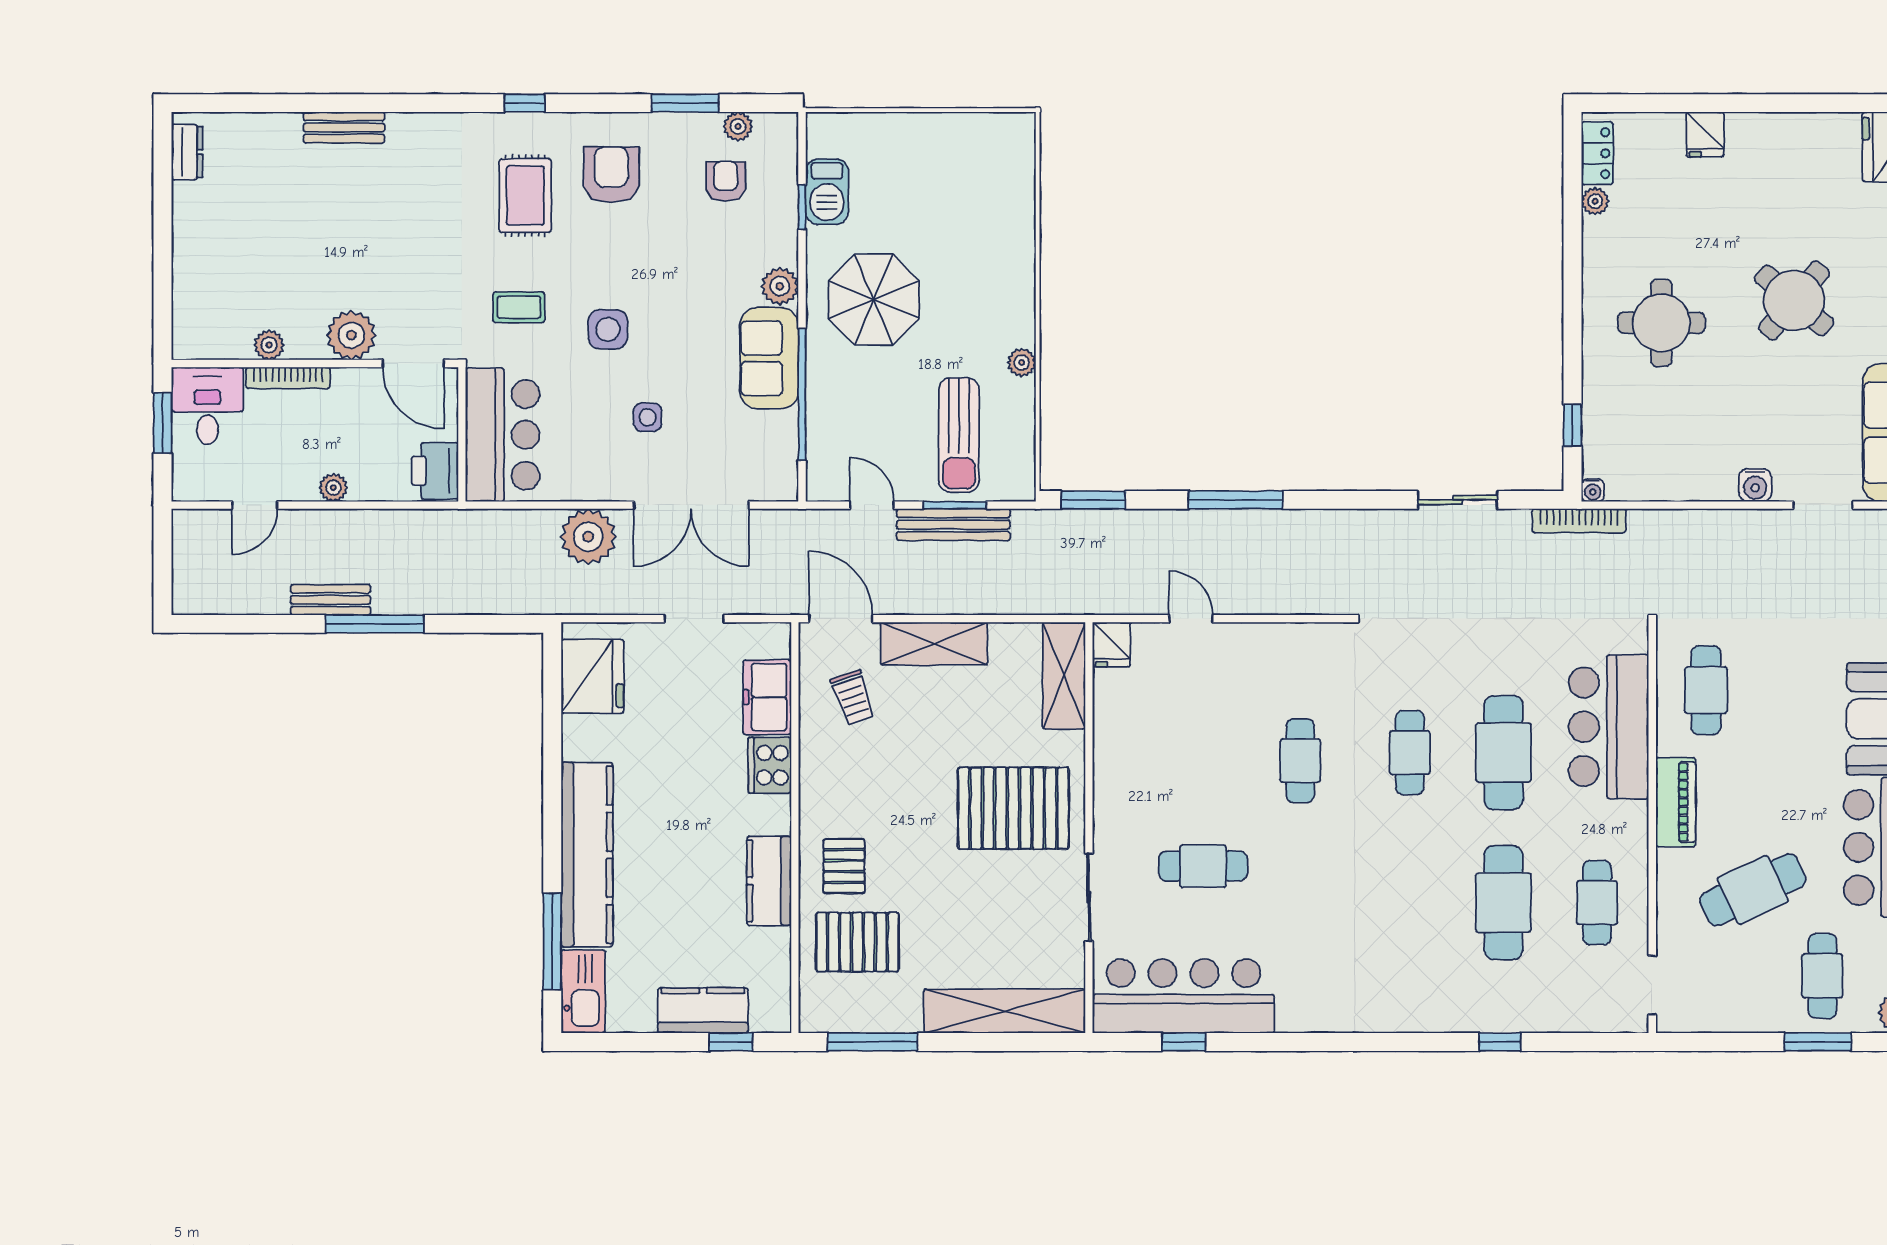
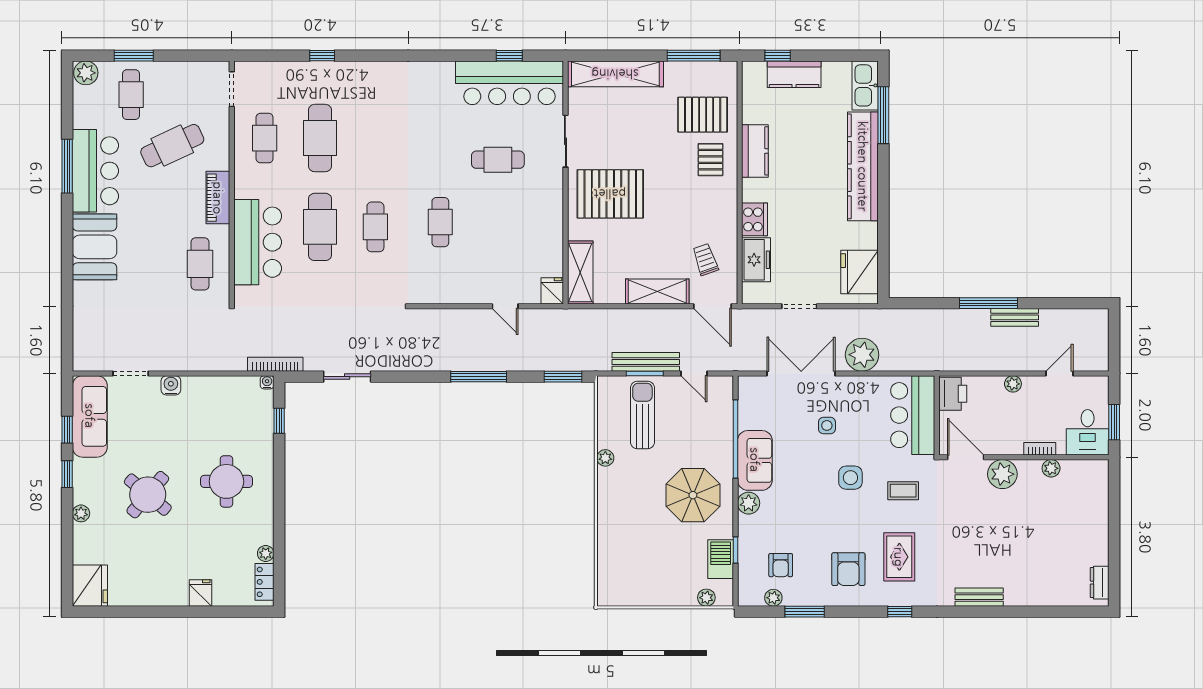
bench: (344, 127) -> (979, 597), moved
plant: (851, 127) -> (706, 598), added
bookcase: (288, 378) -> (1040, 449), width x0.64

